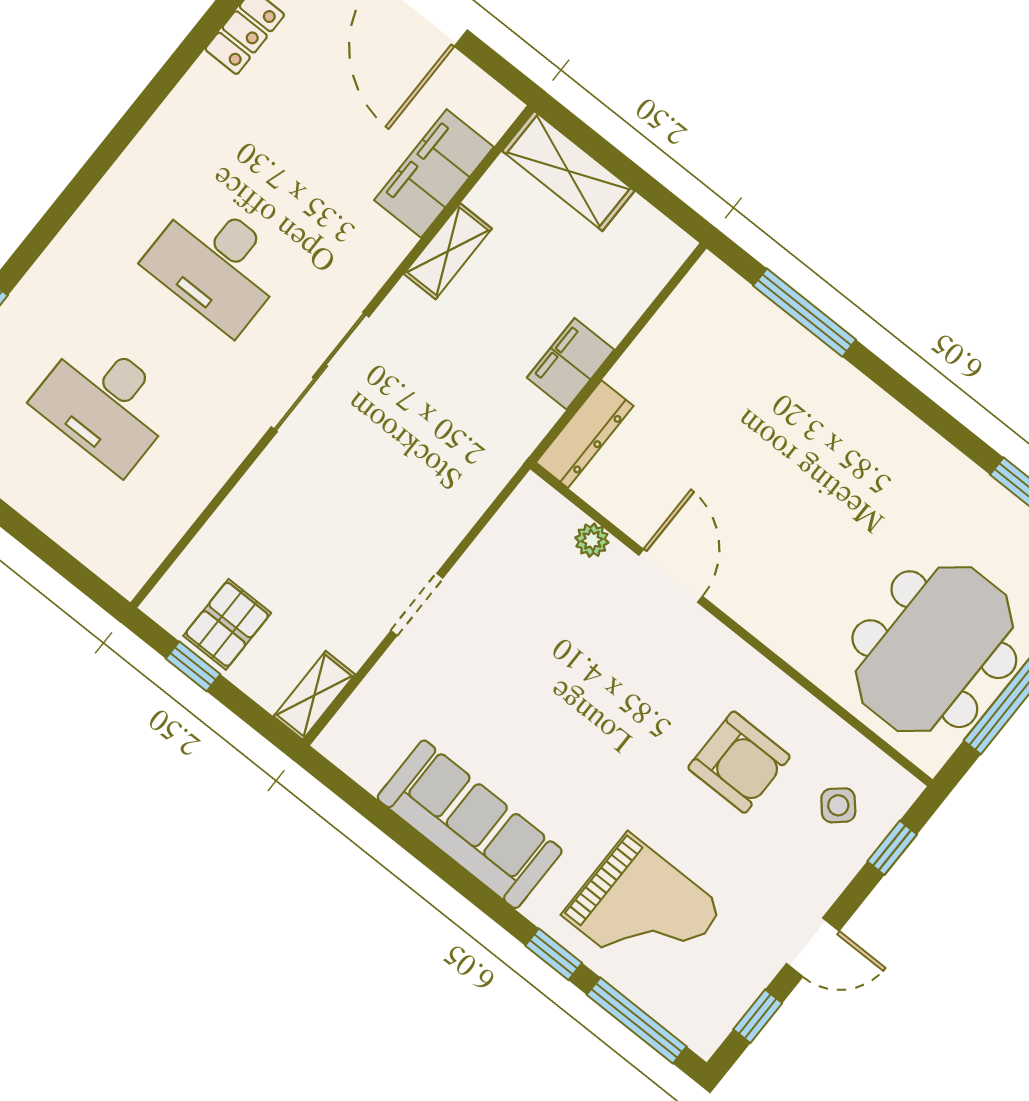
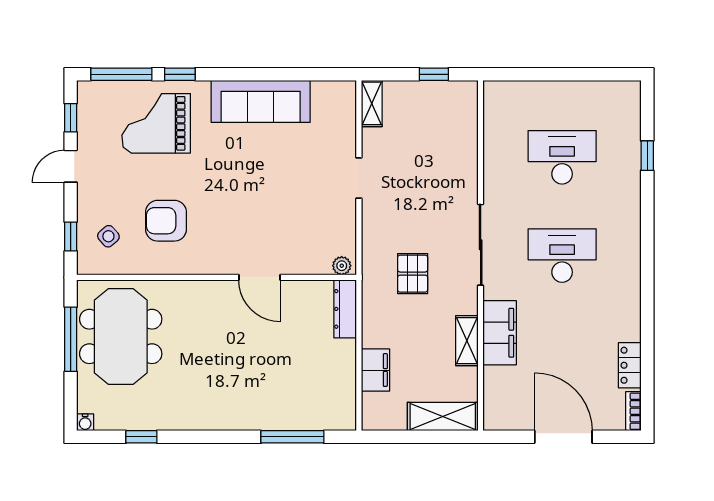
filing cabinet: (434, 173) -> (500, 333), moved
filing cabinet: (571, 364) -> (375, 370), moved
plant: (592, 540) -> (342, 266), moved
pallet: (227, 624) -> (413, 274), moved

